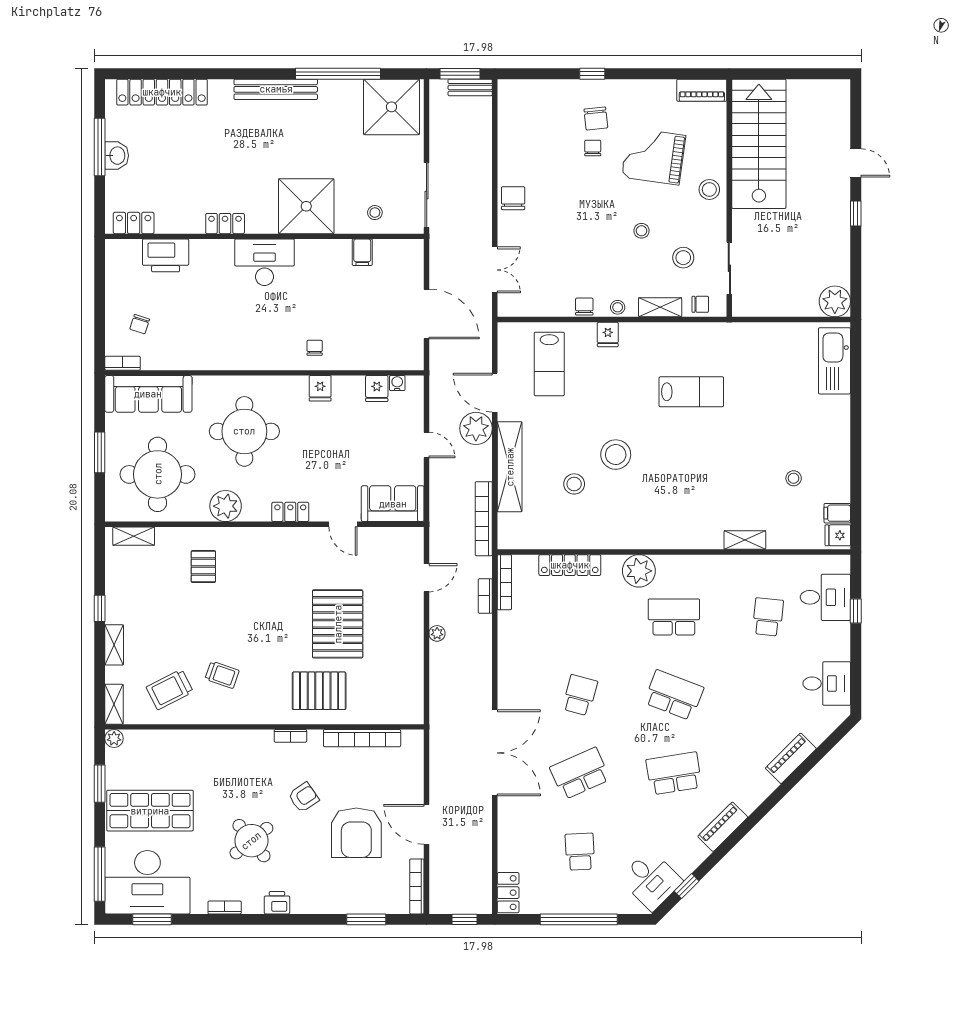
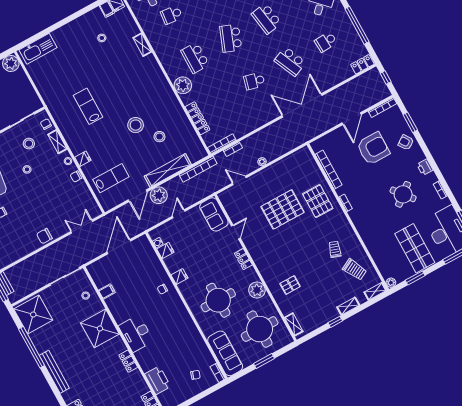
armchair: (304, 797) -> (406, 142), moved

